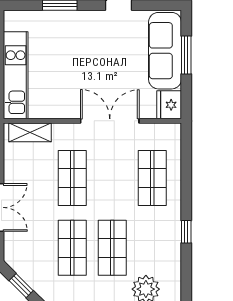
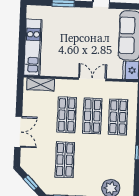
double door: (110, 121) -> (92, 79), width x0.73
shop shelf: (112, 248) -> (92, 116), moved

